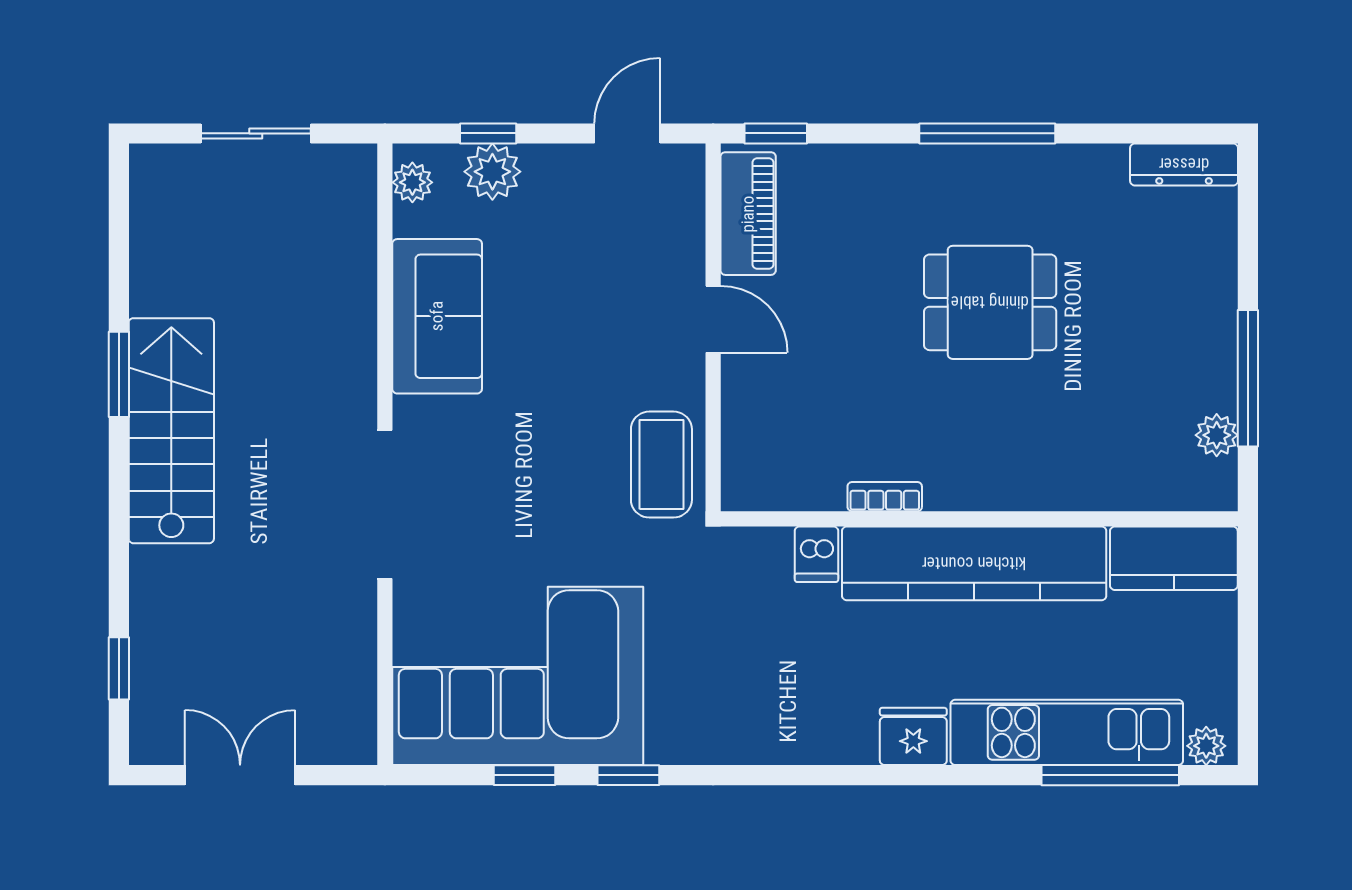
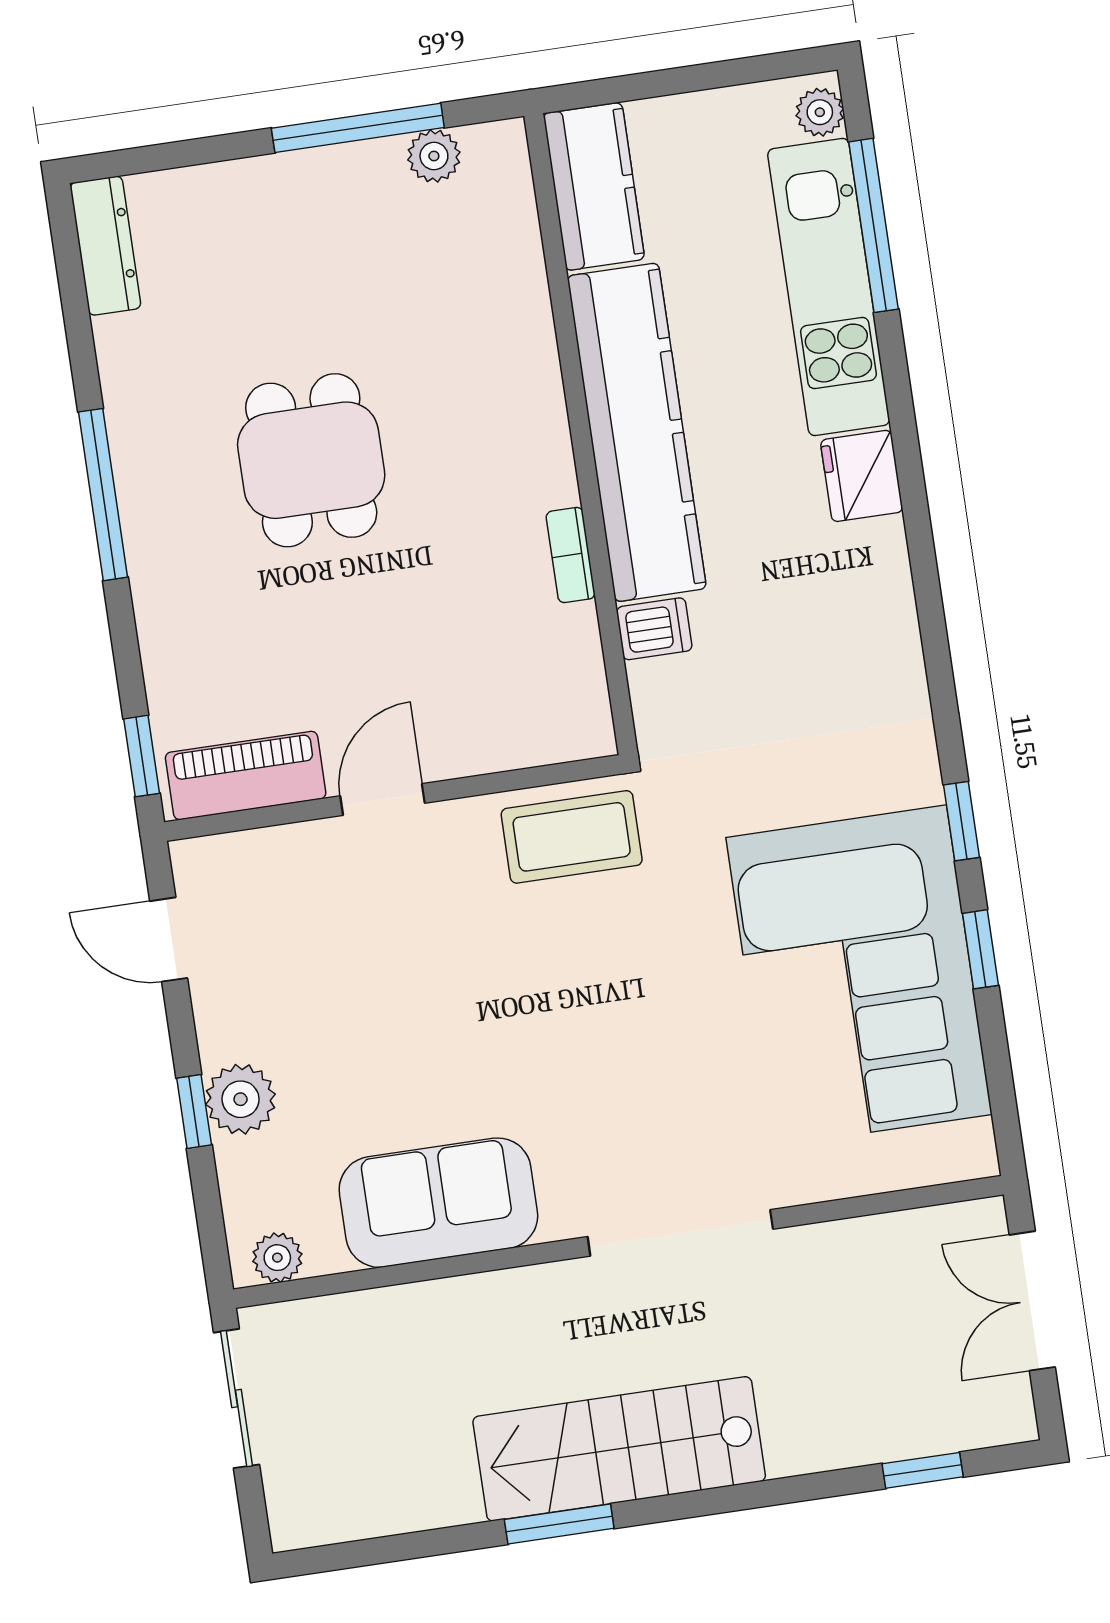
plant: (412, 182) -> (277, 1258), moved
sofa: (437, 316) -> (438, 1203), moved
wall: (385, 454) -> (618, 1242), moved
doorway: (385, 504) -> (680, 1233), moved

